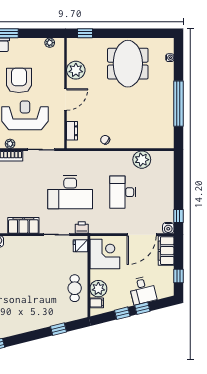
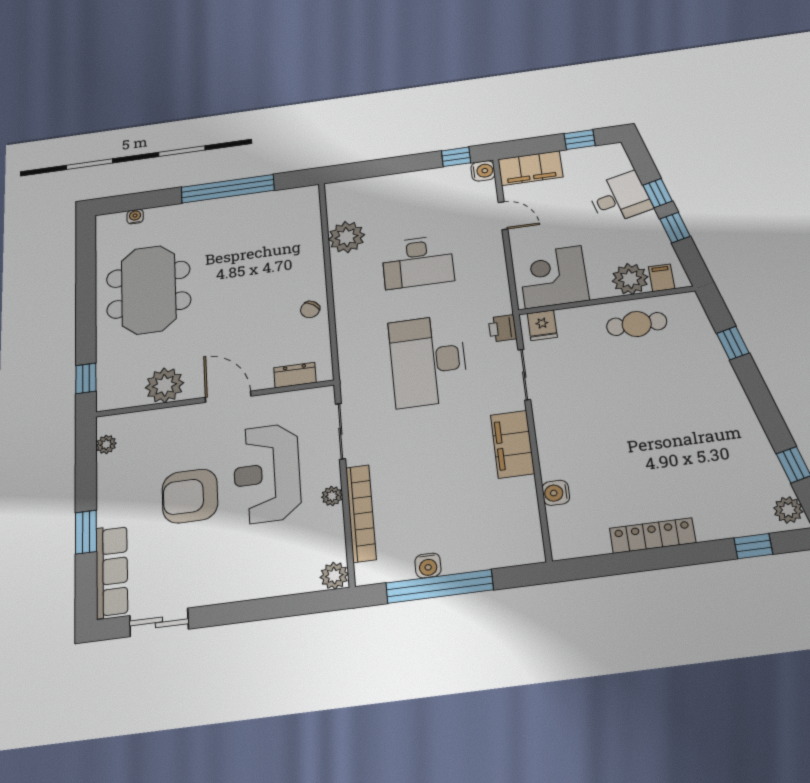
meeting table: (128, 64) -> (149, 290), turned 90
desk: (70, 192) -> (428, 361), turned 180
door: (142, 235) -> (503, 216), width x0.53

